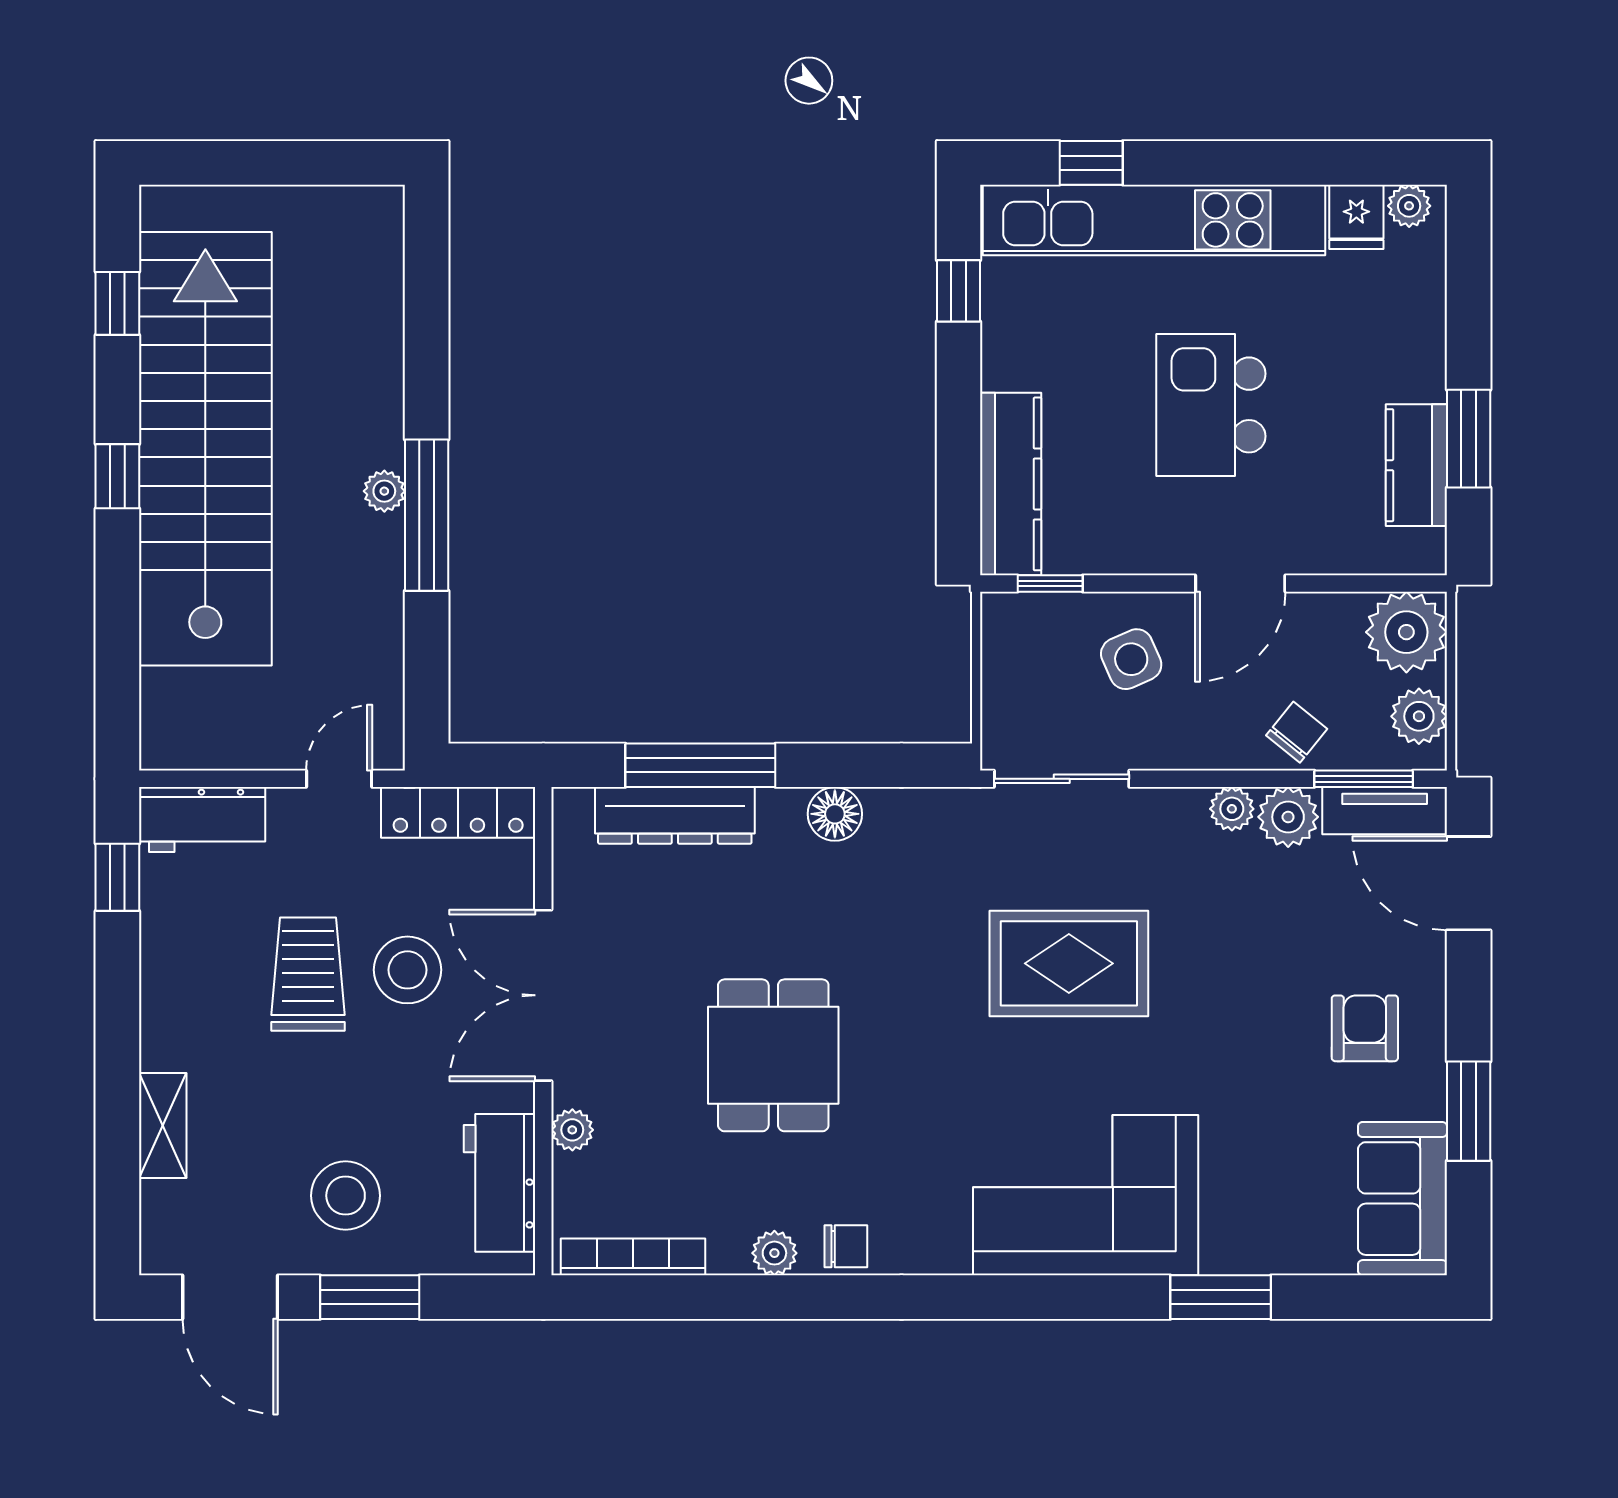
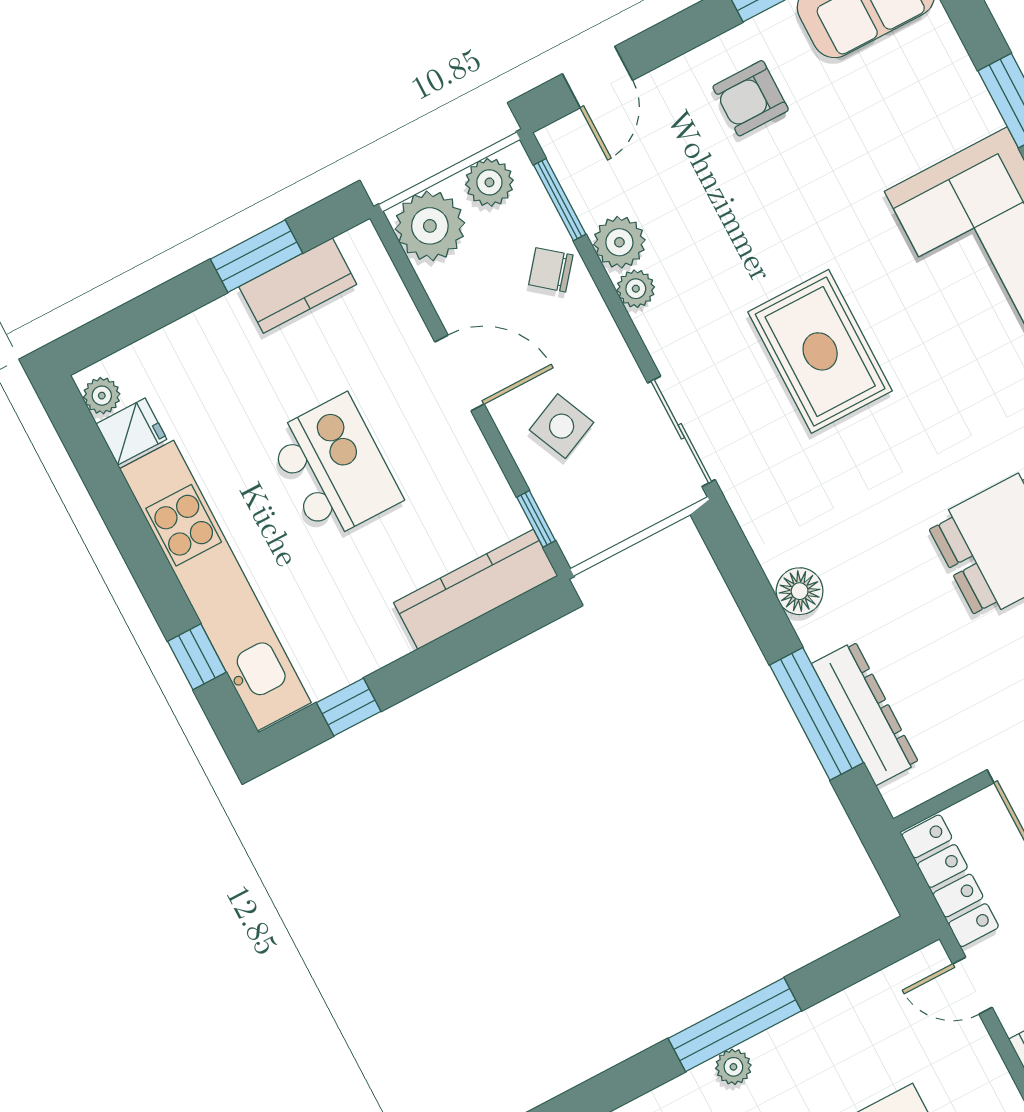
kitchen island: (1211, 405) -> (334, 467), turned -90
tv unit: (1385, 811) -> (576, 171), removed
door: (1469, 883) -> (597, 77), width x0.73

